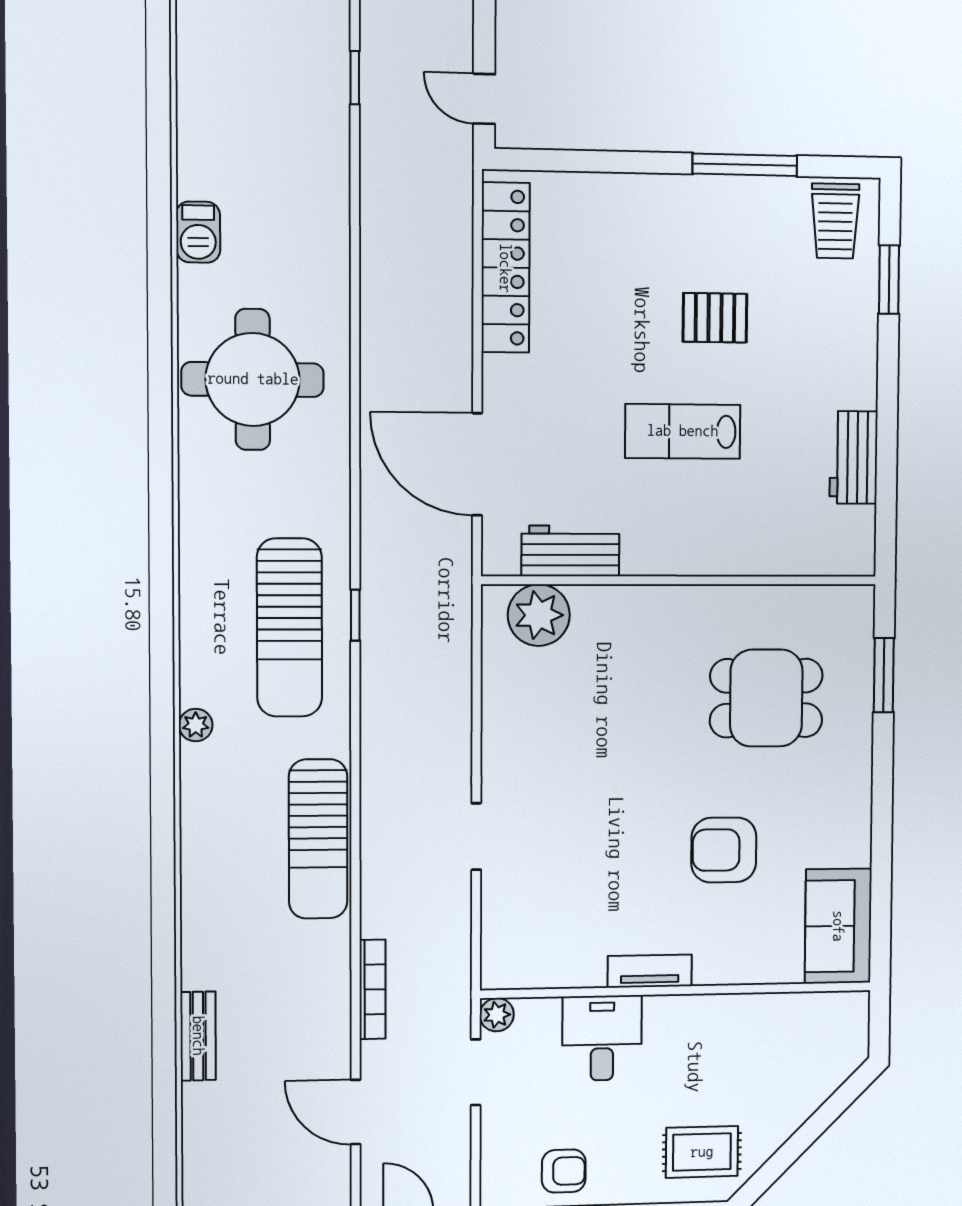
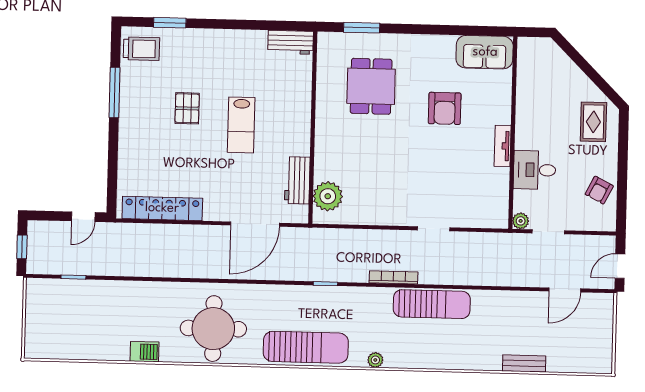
workbench: (854, 457) -> (291, 42), moved
sun lounger: (289, 628) -> (306, 347), moved
bookcase: (373, 989) -> (393, 277), moved
armchair: (564, 1171) -> (599, 190), turned -153

